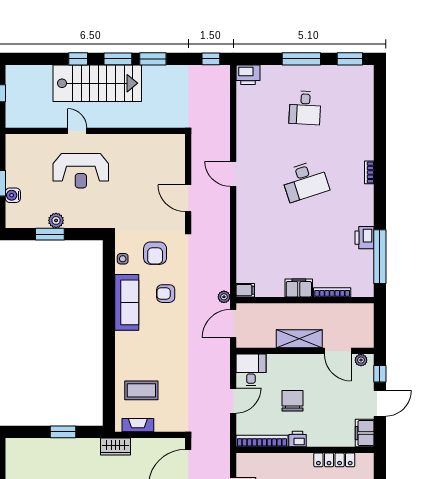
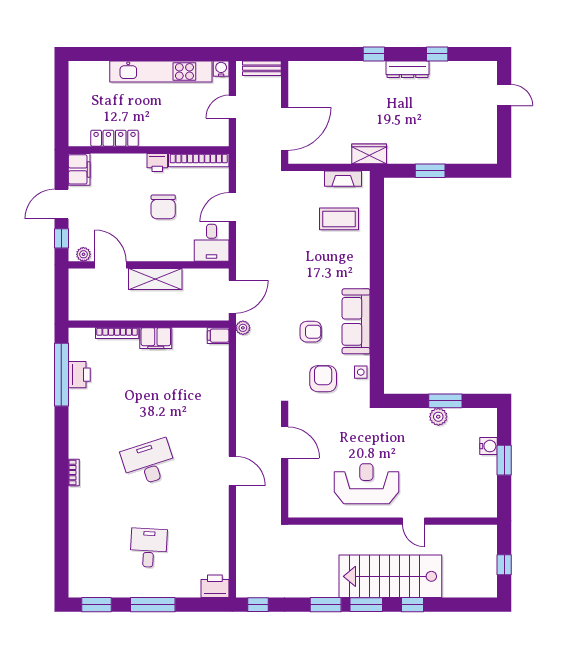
reception desk: (81, 171) -> (366, 484), moved
printer: (365, 238) -> (79, 375), moved

